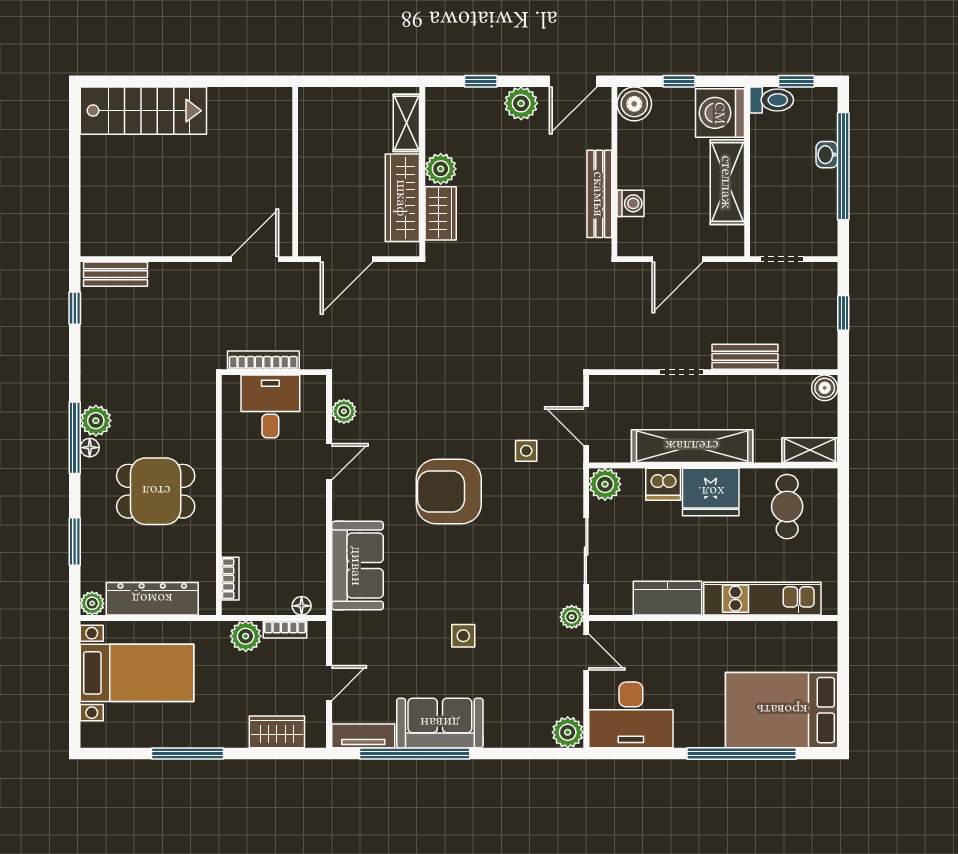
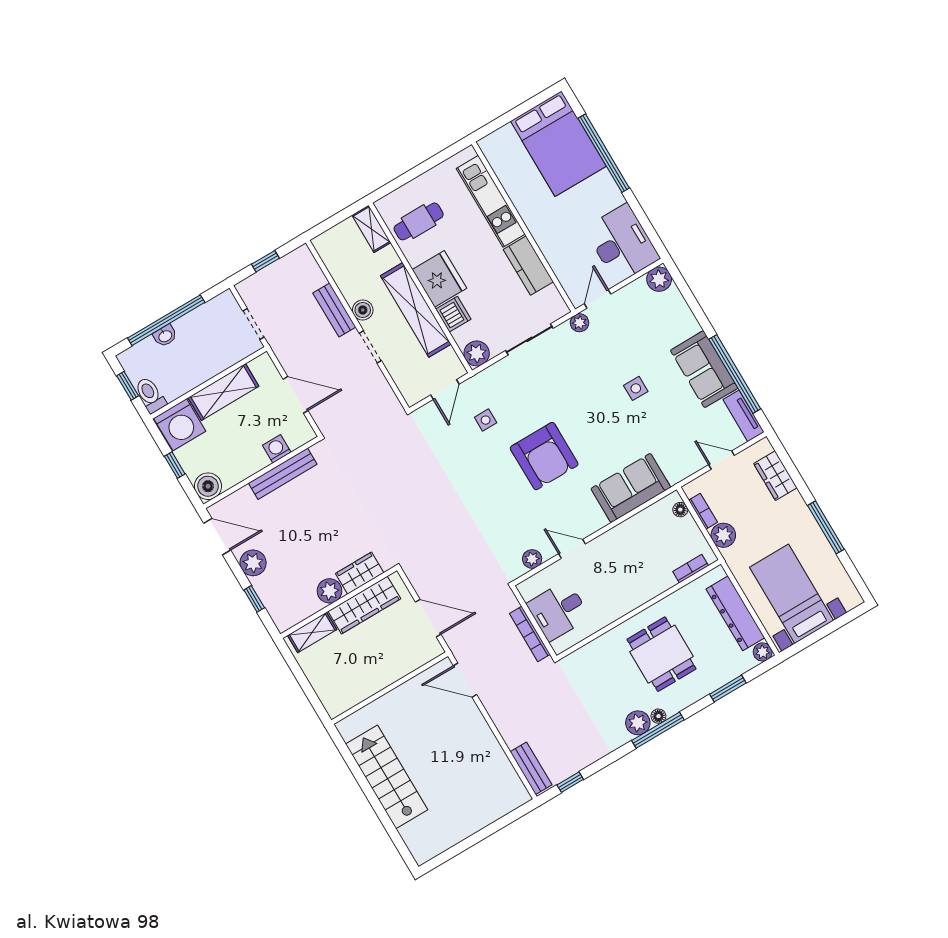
stairs: (143, 111) -> (387, 777), moved
boiler: (825, 388) -> (363, 310), moved

